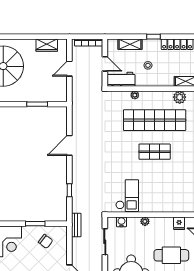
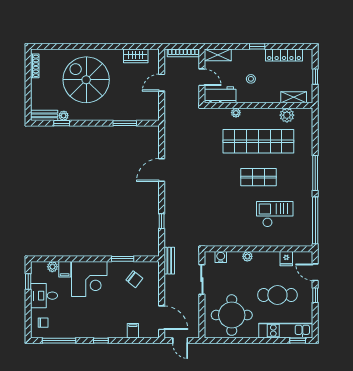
shelving: (130, 44) -> (218, 55), moved
checkout: (127, 196) -> (275, 214), moved, turned -90

